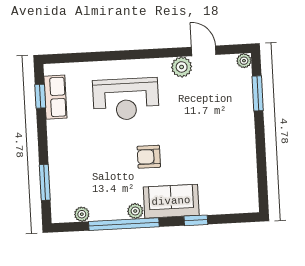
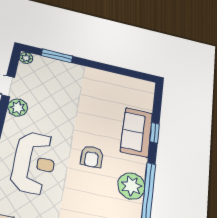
sofa: (171, 201) -> (137, 132), moved
plant: (135, 211) -> (131, 186), width x1.88, depth x1.88

